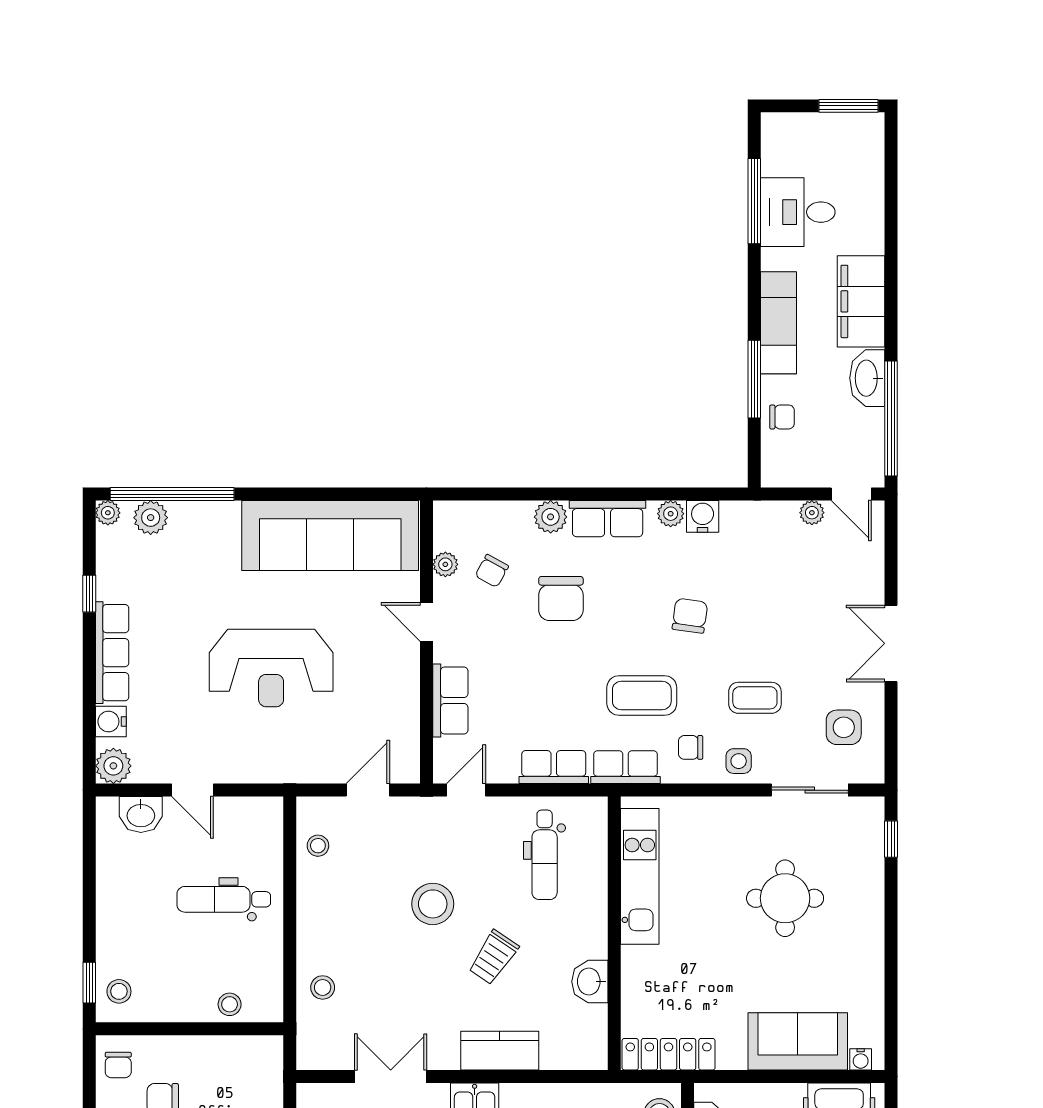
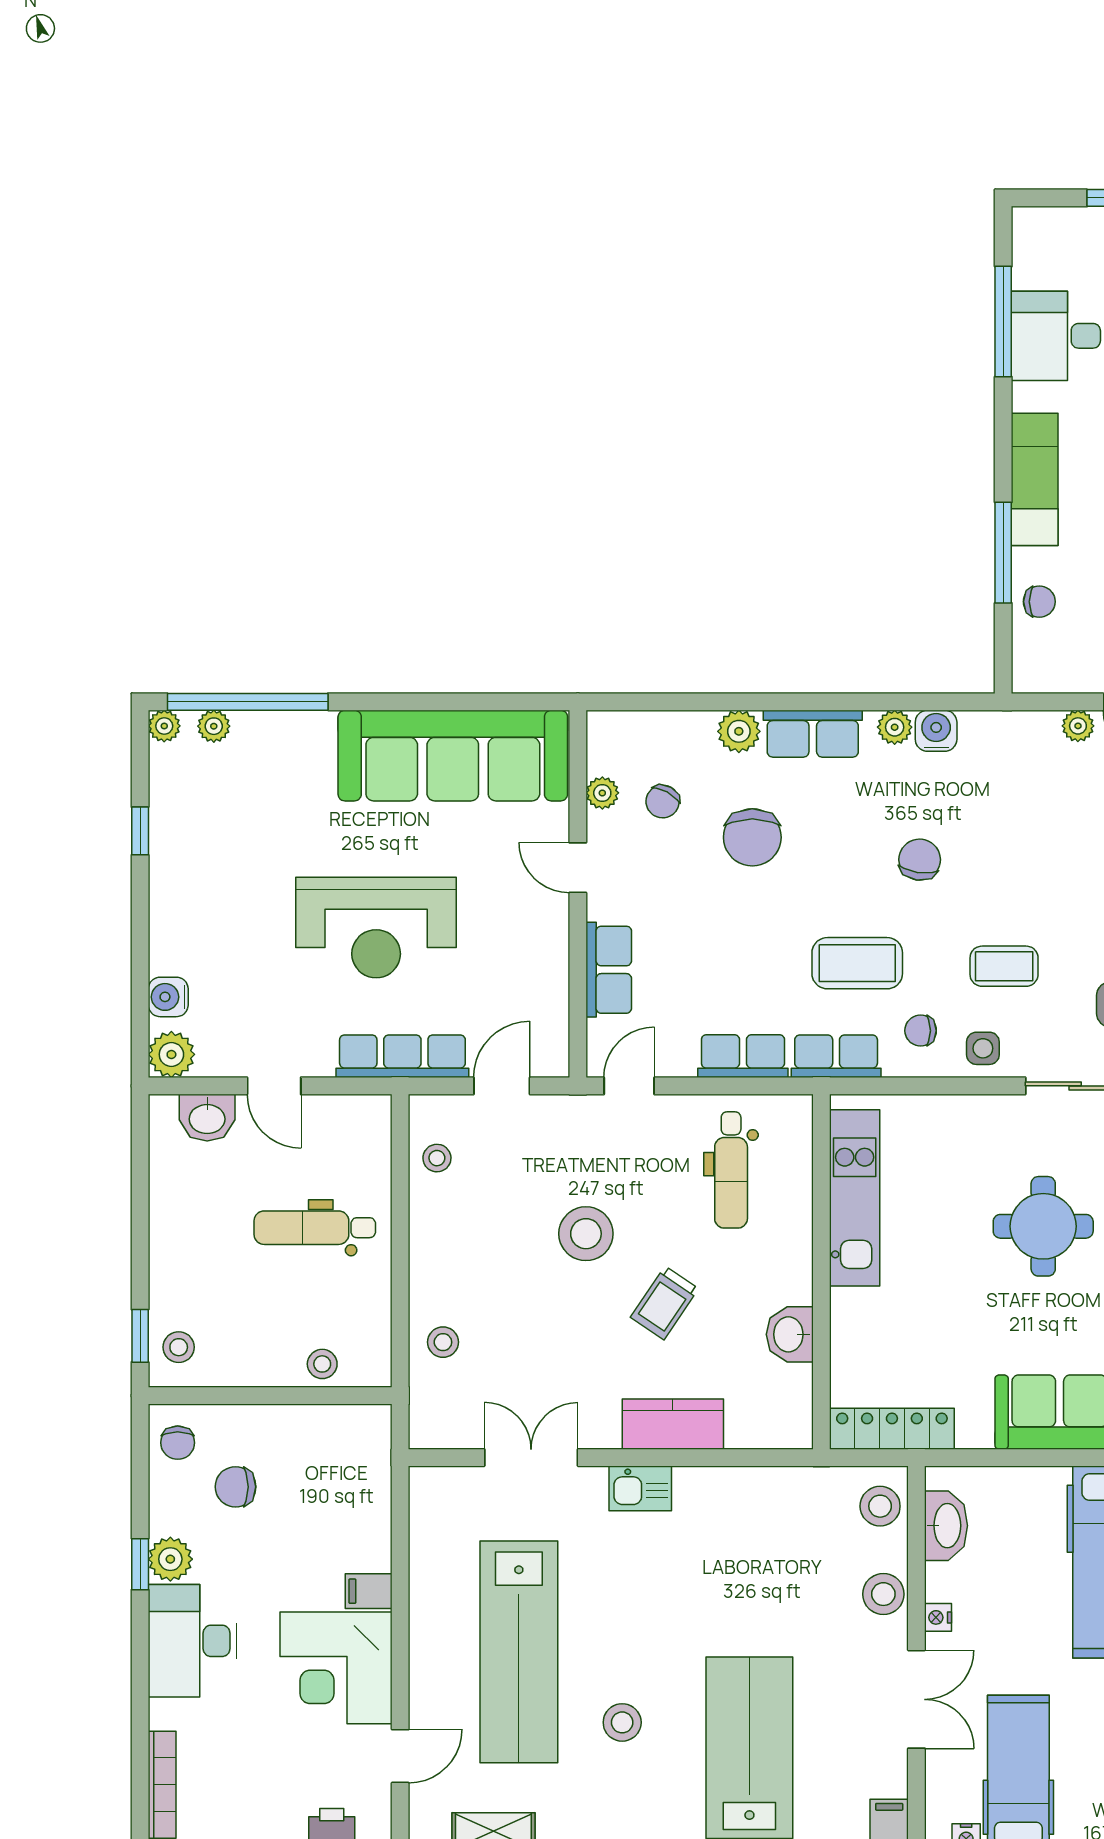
plant: (151, 518) -> (214, 726), width x0.73, depth x0.73
row of seats: (112, 653) -> (402, 1056), moved, turned -90

